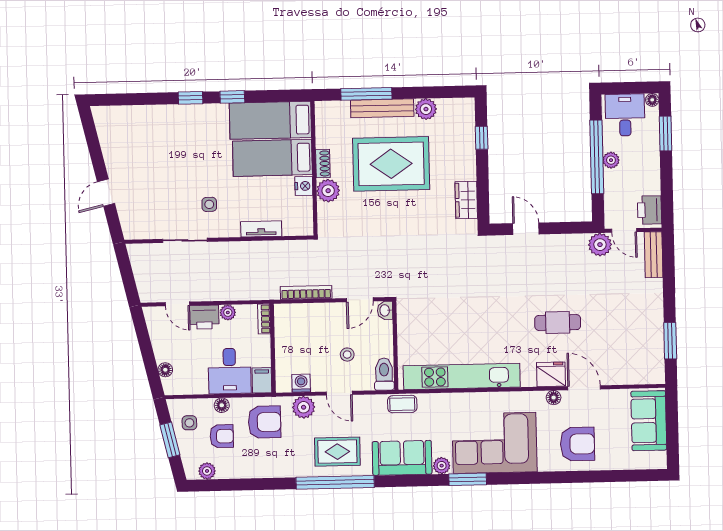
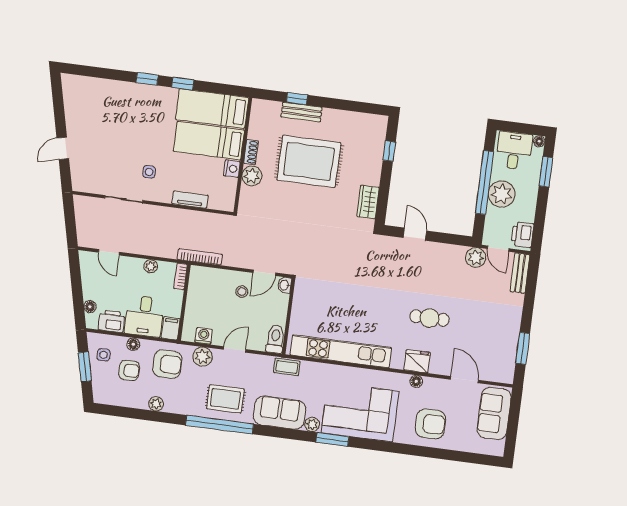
window: (366, 94) -> (297, 99), width x0.46
bench: (382, 108) -> (301, 112), width x0.73
plant: (426, 109) -> (346, 119), removed
plant: (611, 160) -> (502, 194), width x1.88, depth x1.88
bookcase: (306, 292) -> (200, 257), moved
printer: (204, 317) -> (112, 321), moved, turned 180
stool: (347, 355) -> (242, 292), moved
door: (584, 388) -> (464, 380), moved
door: (339, 393) -> (235, 349), swing flipped
plant: (207, 471) -> (156, 404), moved

